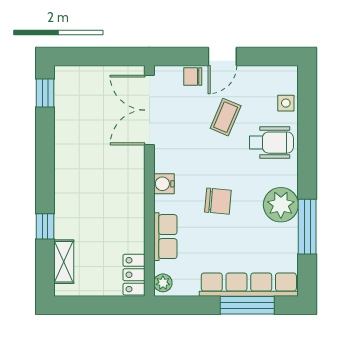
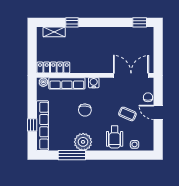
row of seats: (165, 237) -> (67, 83), width x1.48
locker: (134, 275) -> (53, 68), width x1.53
window: (247, 305) -> (32, 125), width x0.46

